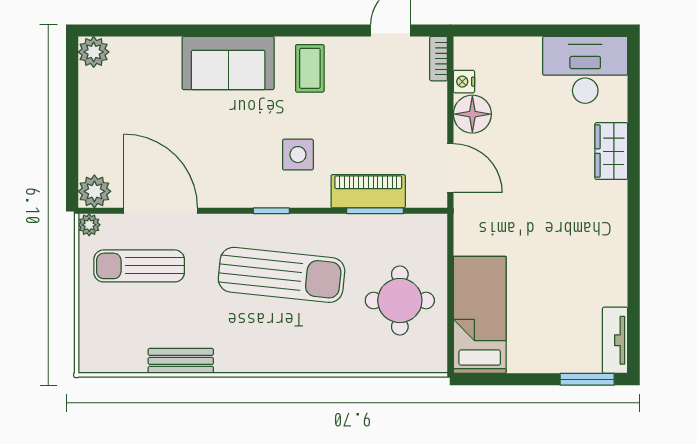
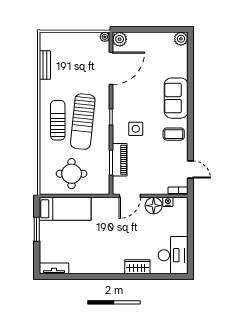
sun lounger: (139, 266) -> (58, 120), moved
bench: (181, 361) -> (45, 65), moved
window: (587, 379) -> (37, 229), moved

